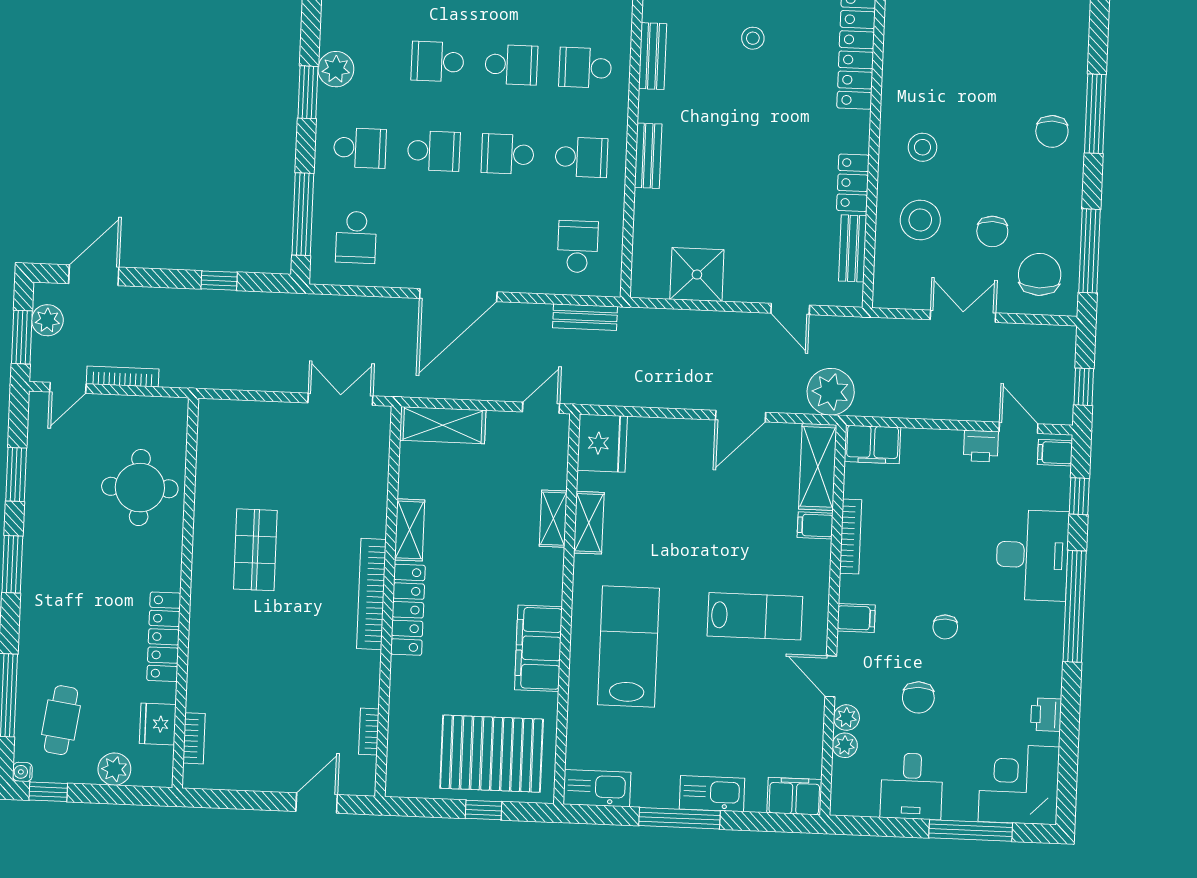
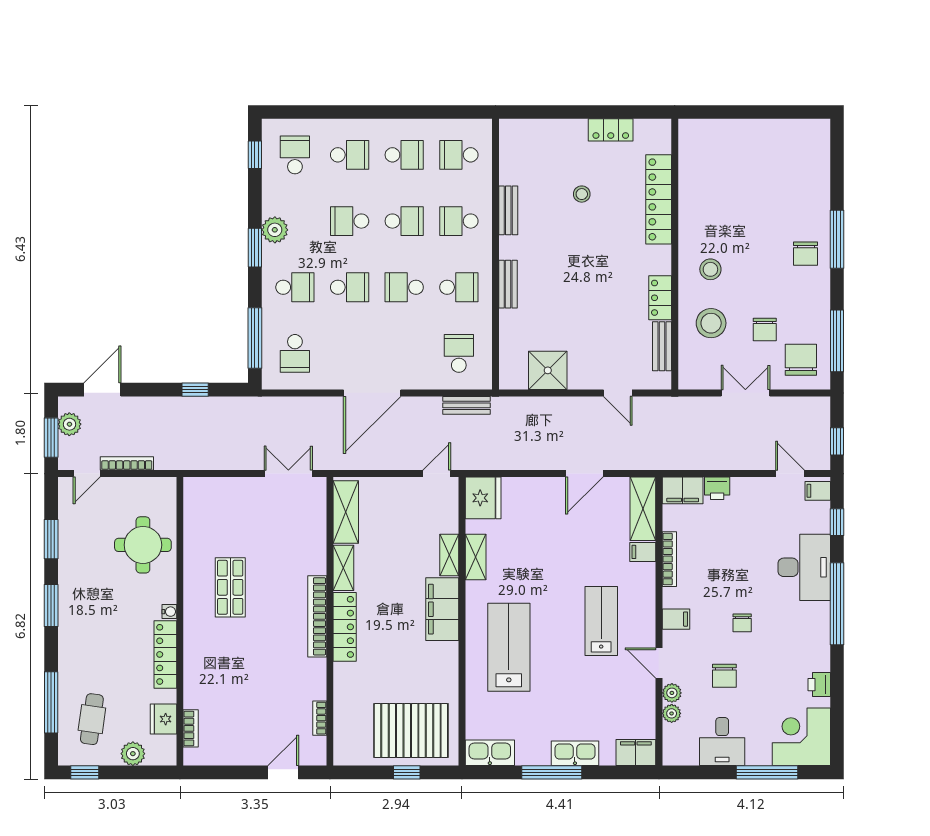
plant: (831, 392) -> (650, 453), removed
shelving: (443, 425) -> (346, 512), moved, turned 90
printer: (981, 446) -> (717, 488), moved
lab bench: (755, 616) -> (601, 621), turned -90
filing cabinet: (538, 648) -> (442, 609), moved
water cooler: (22, 772) -> (169, 612), moved, turned 180

